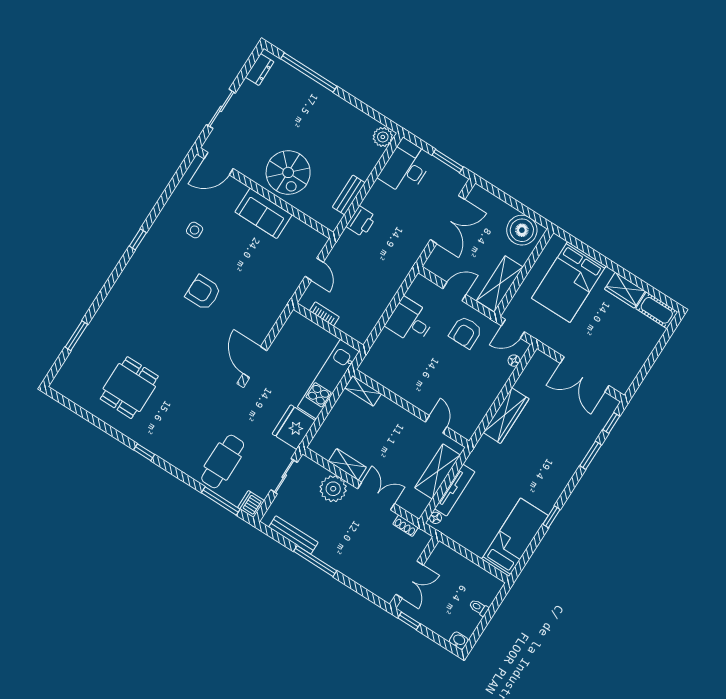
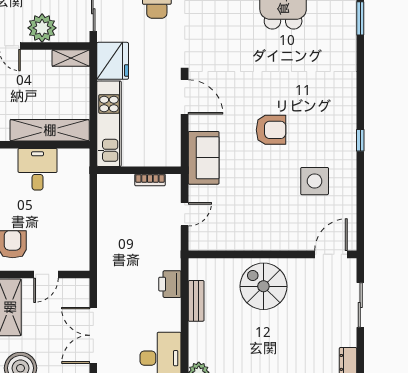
sofa: (263, 213) -> (204, 158), moved, turned 90
side table: (195, 230) -> (315, 181), width x1.87, depth x1.87
door: (314, 269) -> (185, 214), swing flipped
desk: (410, 321) -> (38, 169), moved, turned -90
shelving: (363, 391) -> (50, 130), width x2.20, depth x1.33
shelving: (347, 464) -> (71, 58), moved

